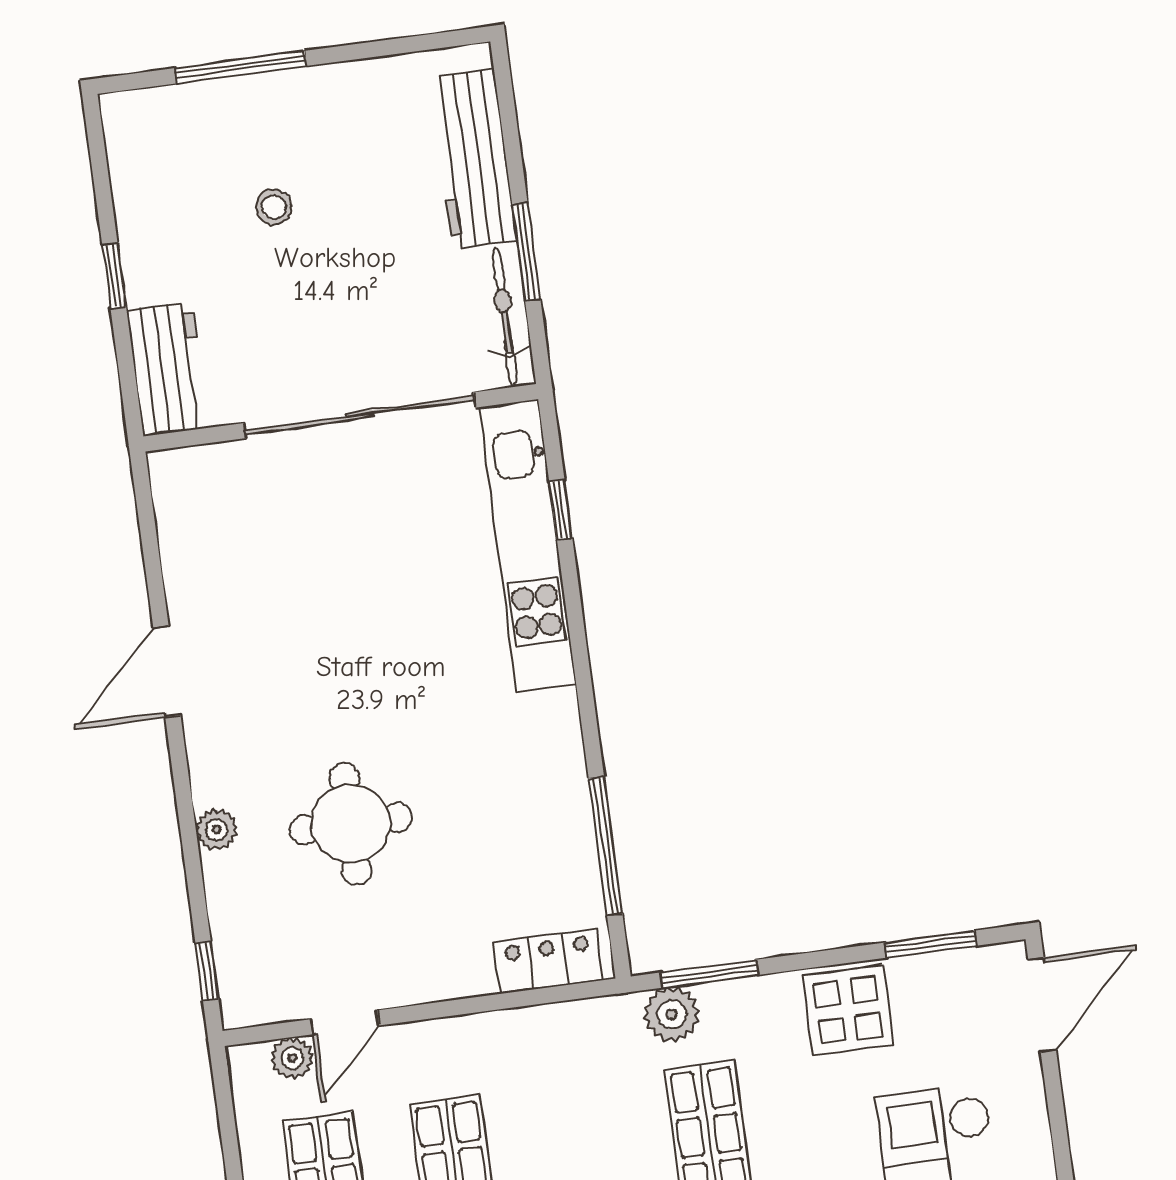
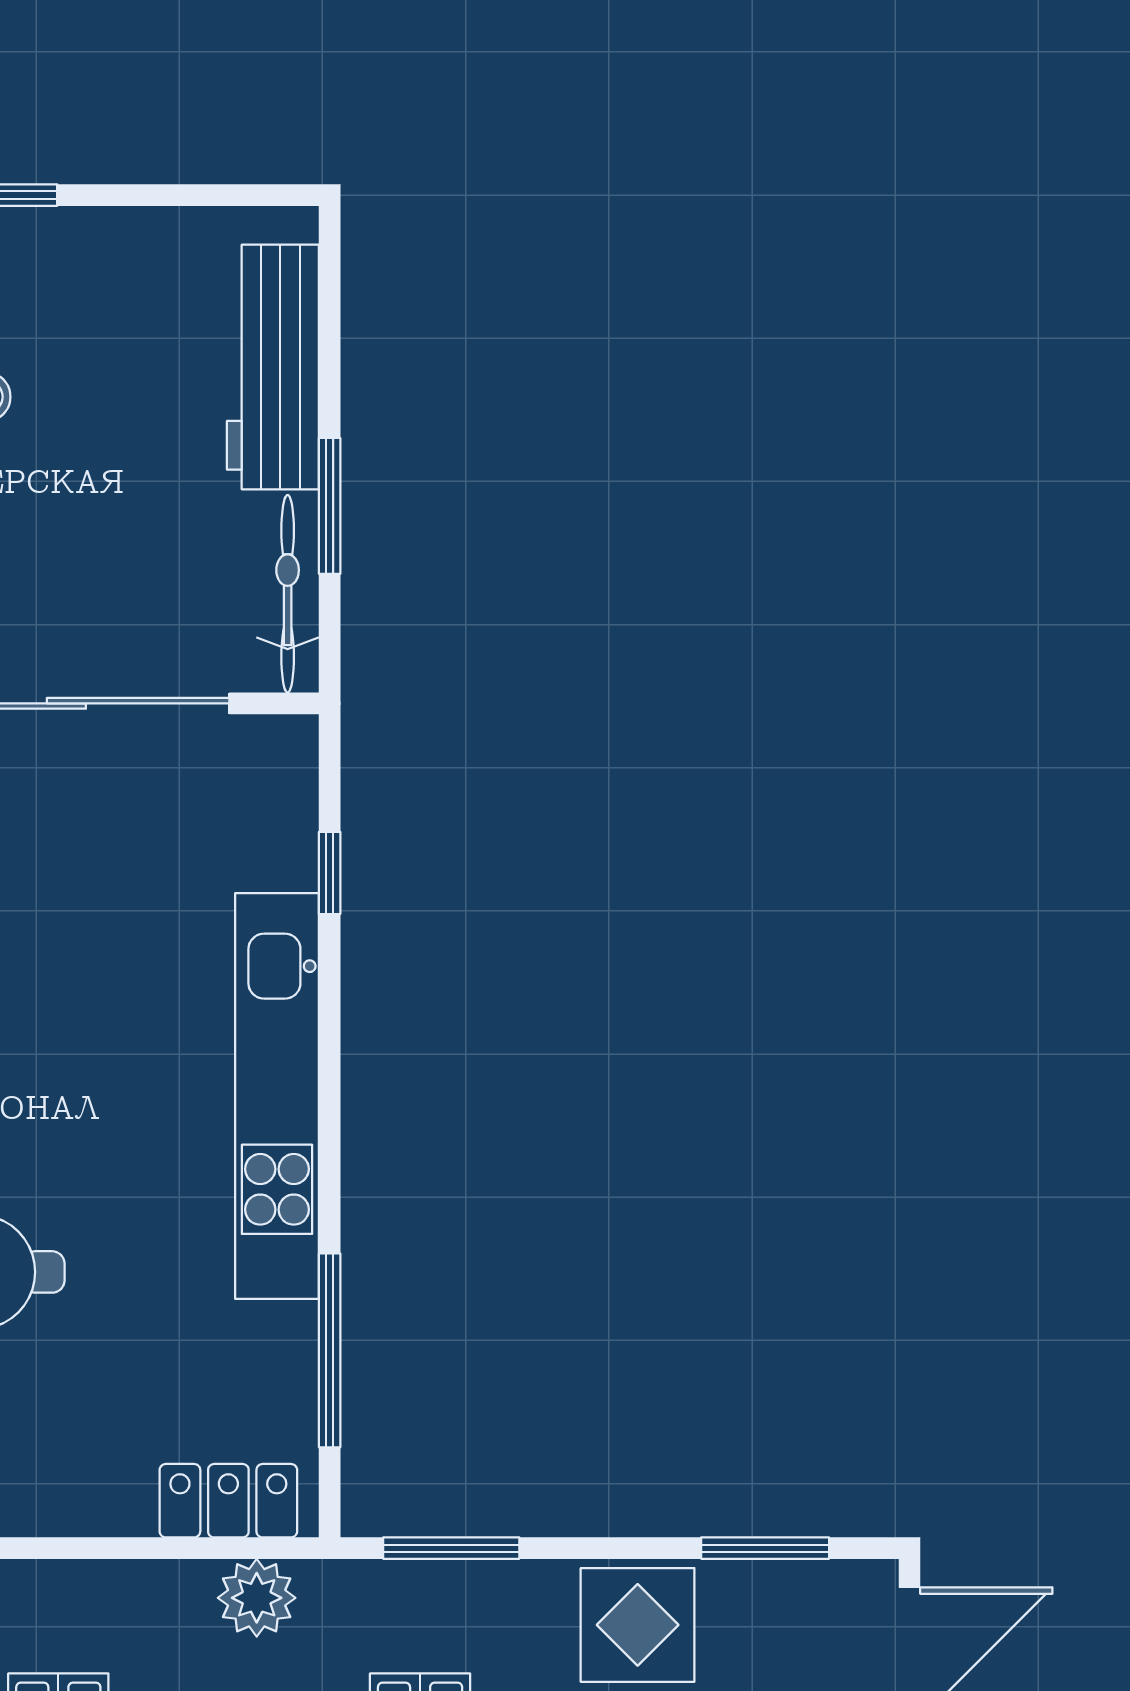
kitchen unit: (528, 546) -> (277, 1096), moved
plant: (672, 1014) -> (257, 1598), moved

